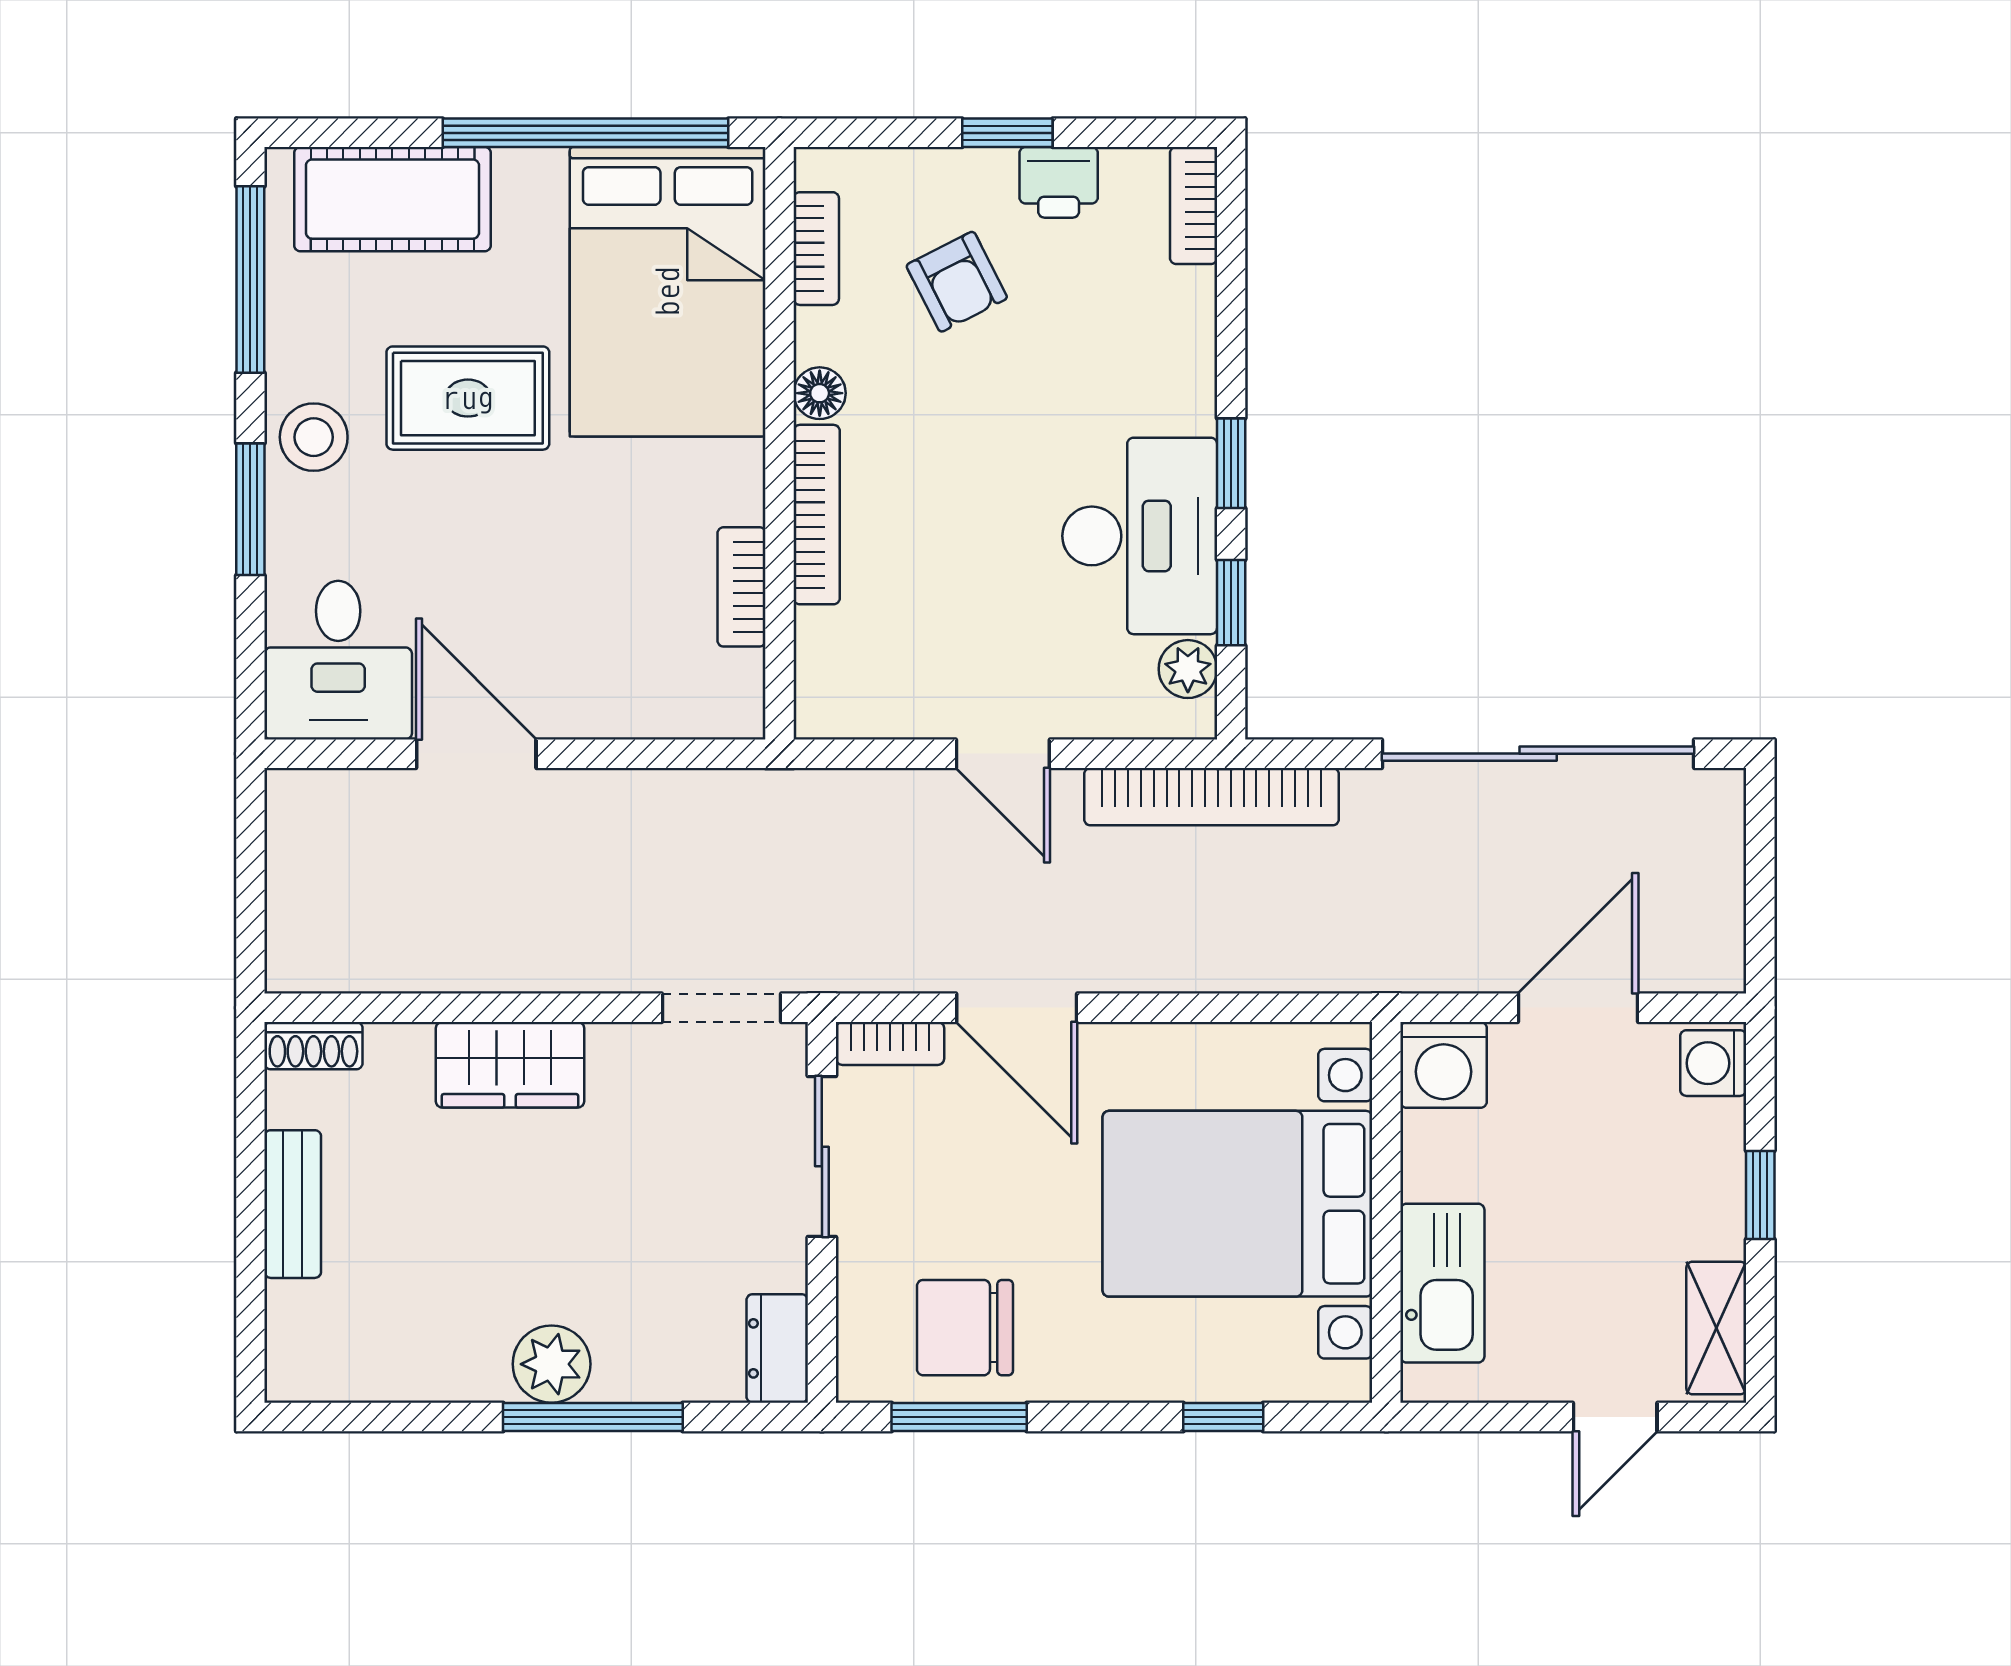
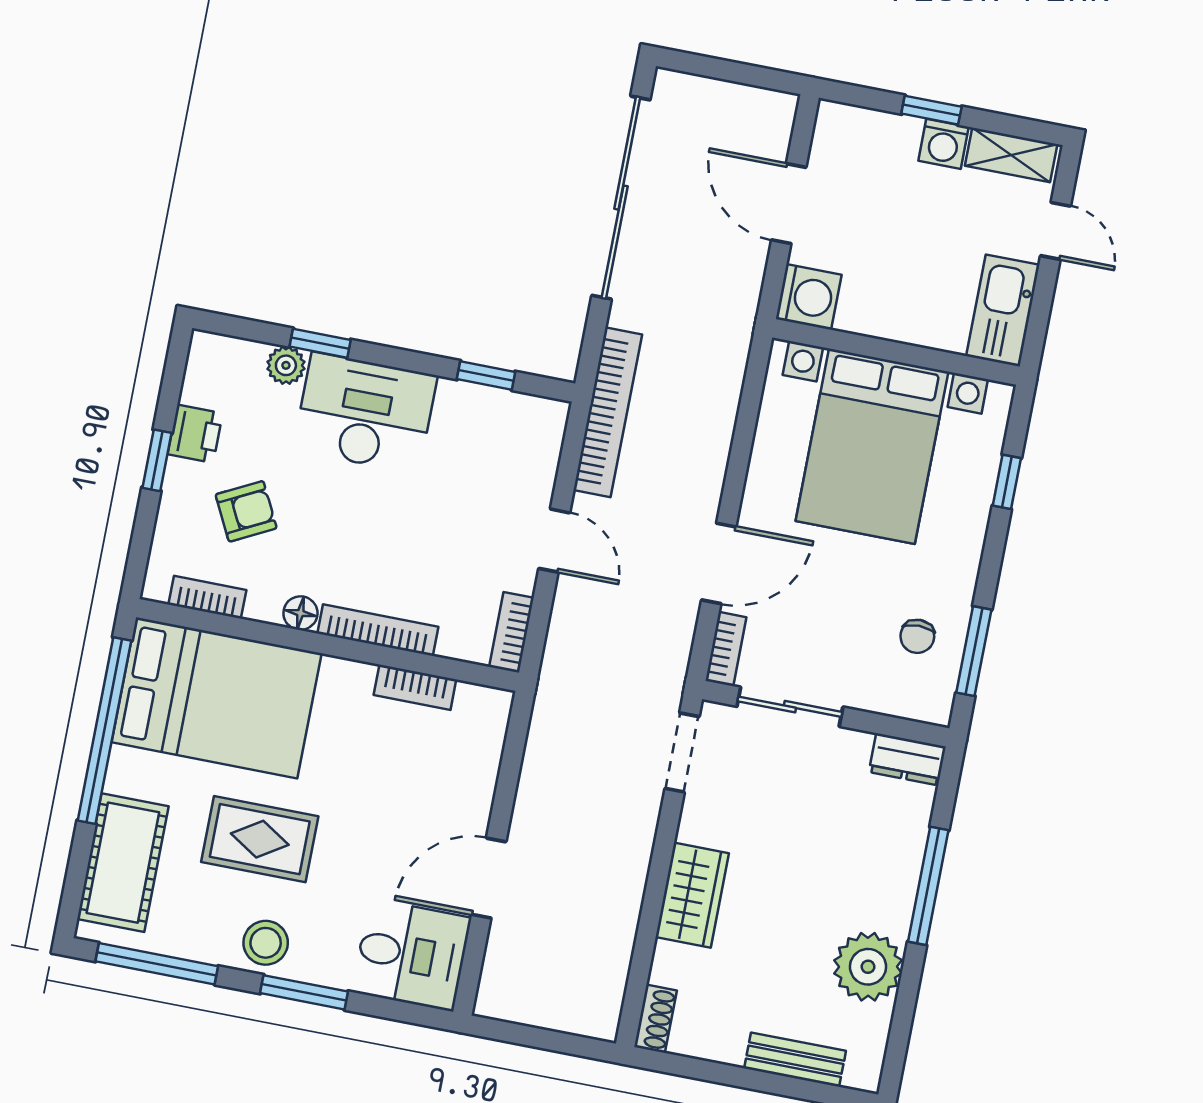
bookcase: (1194, 206) -> (511, 632), moved, turned 90
rug: (468, 398) -> (260, 839), turned 90
window: (1231, 463) -> (320, 343), moved
desk: (1140, 536) -> (365, 413), moved
plant: (1188, 669) -> (286, 365), moved
door: (1003, 754) -> (554, 541), hinge flipped
washing machine: (1713, 1063) -> (944, 144), moved
bench: (293, 1204) -> (795, 1060), moved
kitchen sink: (1442, 1283) -> (1003, 310), moved, turned -90
chair: (965, 1328) -> (917, 636), width x0.54, depth x0.54
plant: (552, 1364) -> (868, 967), moved, width x1.36, depth x1.36

